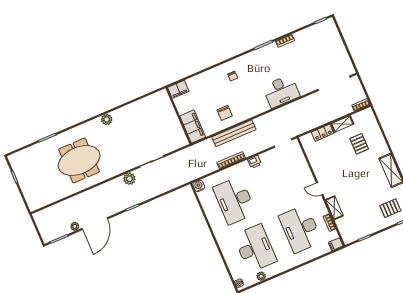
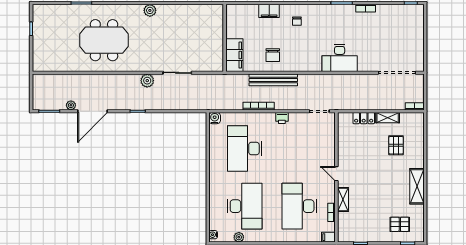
filing cabinet: (178, 89) -> (269, 11), moved

